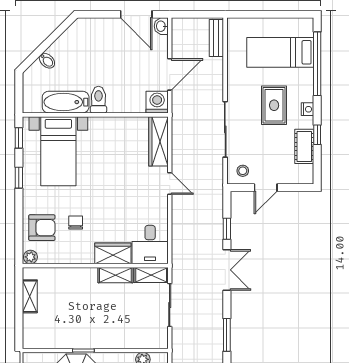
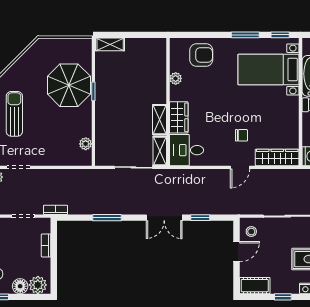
cot: (304, 146) -> (255, 286), moved
window: (19, 178) -> (245, 35), width x1.50
door: (266, 188) -> (237, 252), swing flipped
chair: (76, 222) -> (241, 135), moved
armchair: (42, 228) -> (201, 55), turned -90
plant: (30, 257) -> (176, 78), moved
shelving: (30, 296) -> (110, 44), moved

